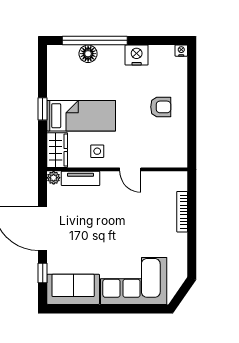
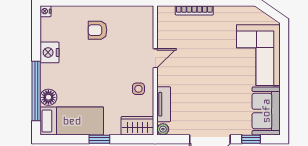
armchair: (161, 107) -> (98, 30), turned -90
bed: (81, 116) -> (72, 121), moved, turned 90

